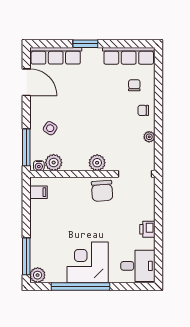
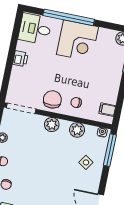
plant: (54, 163) -> (77, 130), moved
chair: (75, 193) -> (76, 103), added
window: (80, 286) -> (69, 17), moved

